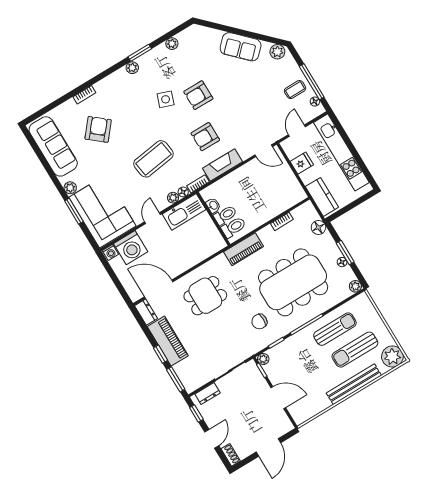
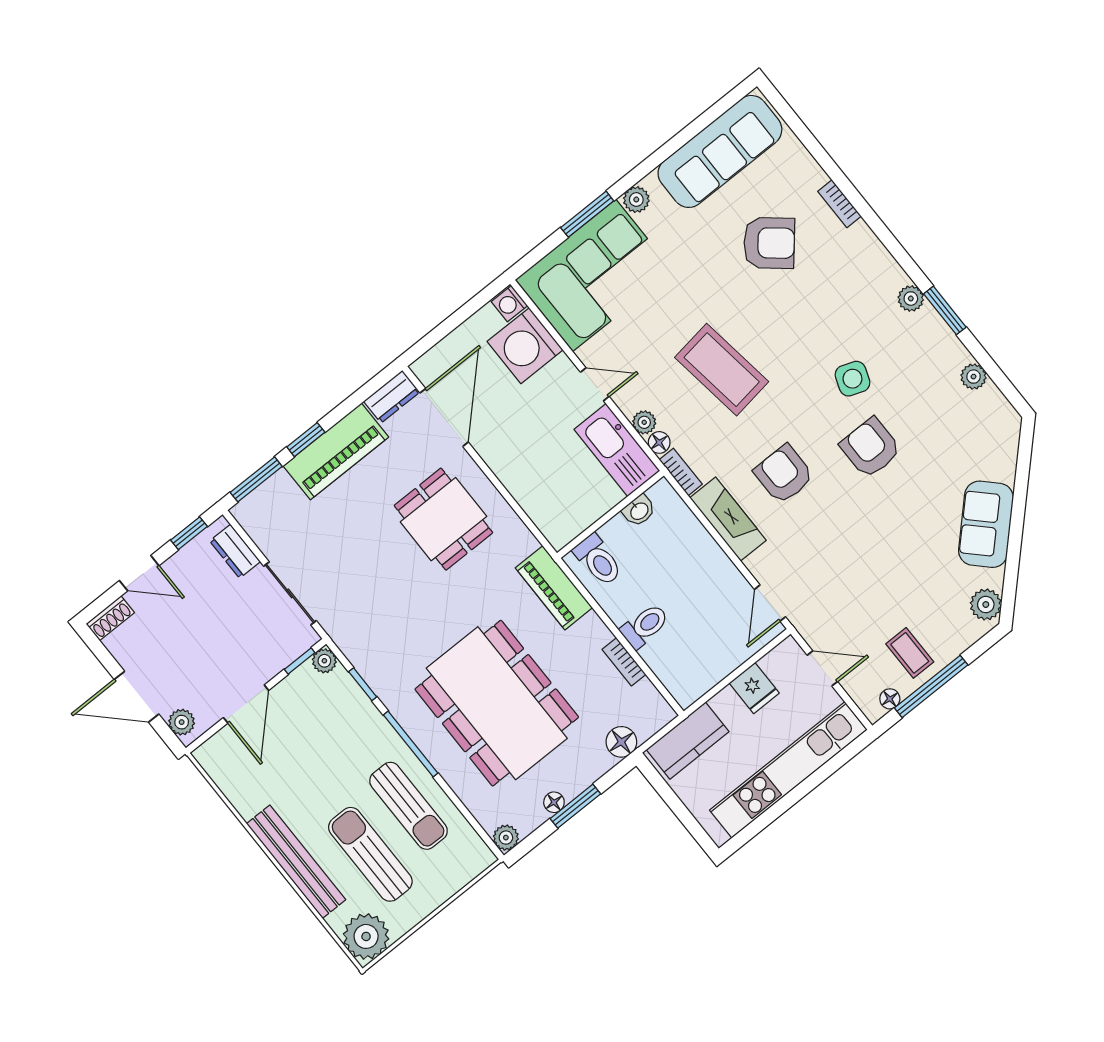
toilet: (225, 215) -> (645, 626), moved, turned -90
chair: (259, 322) -> (403, 642), removed
plant: (283, 428) -> (182, 722), added

